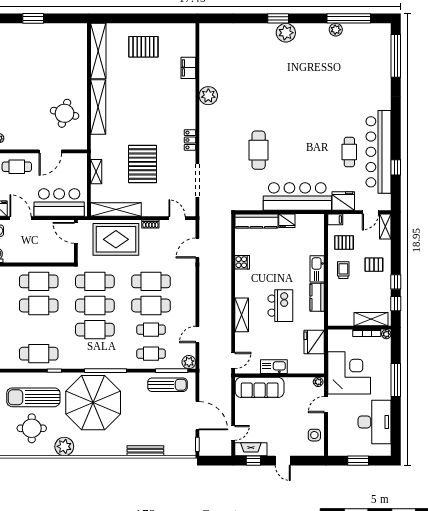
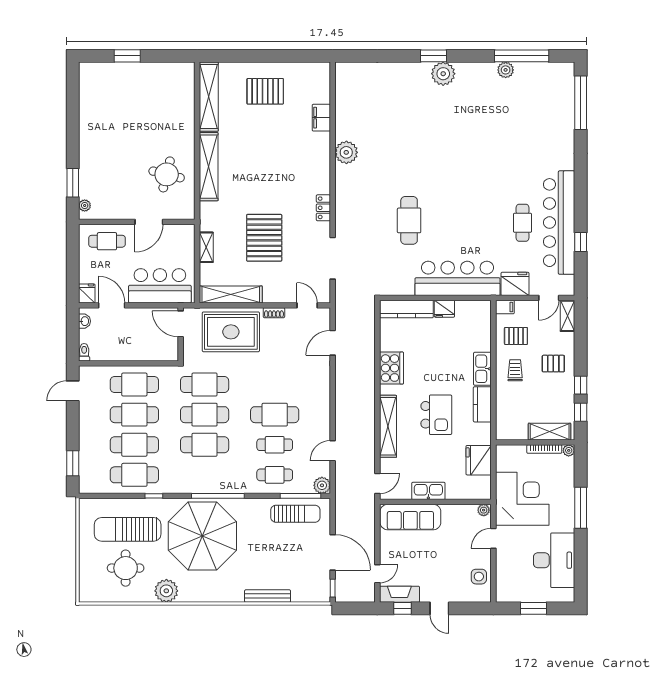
cooker: (242, 262) -> (391, 368), width x1.87, depth x1.31
cafe table: (151, 281) -> (134, 445), moved
shelving: (242, 315) -> (388, 426), width x1.47

